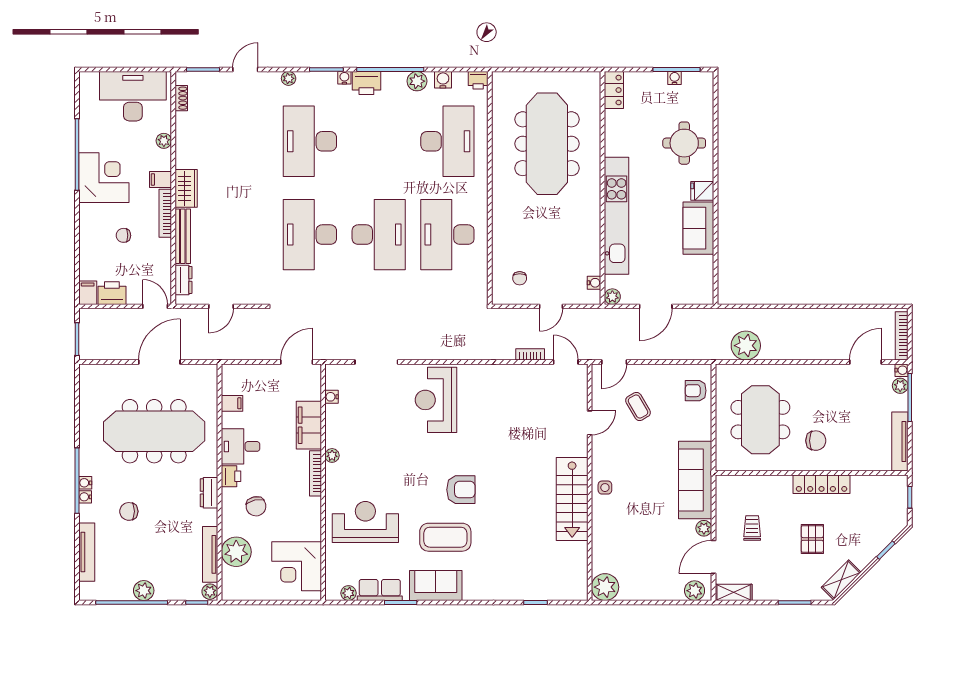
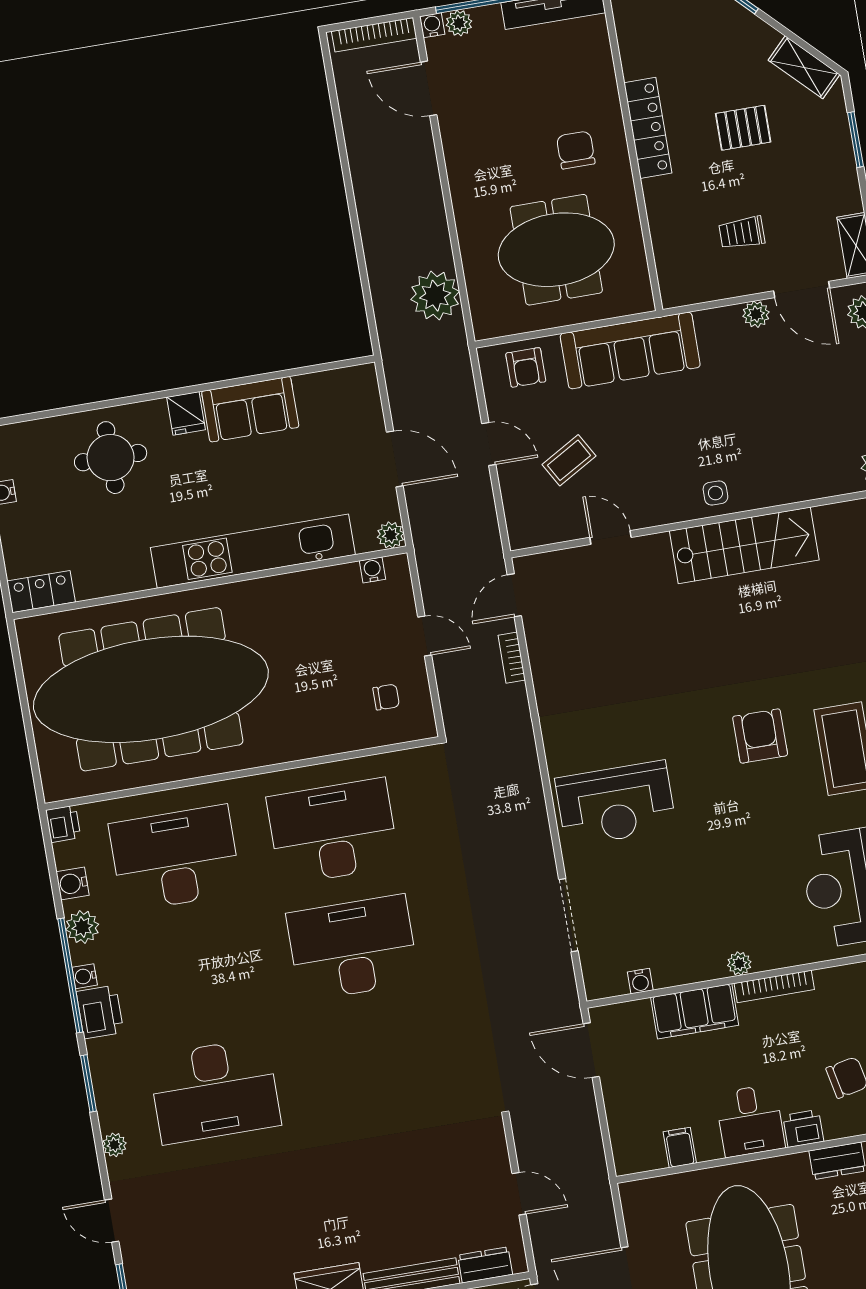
water cooler: (344, 78) -> (85, 976), moved
meeting table: (547, 144) -> (151, 689), width x1.36, depth x1.27
desk: (310, 235) -> (372, 1064), removed
desk: (447, 235) -> (333, 832), turned 180
door: (614, 362) -> (489, 444), moved
sofa: (695, 480) -> (630, 350), moved

